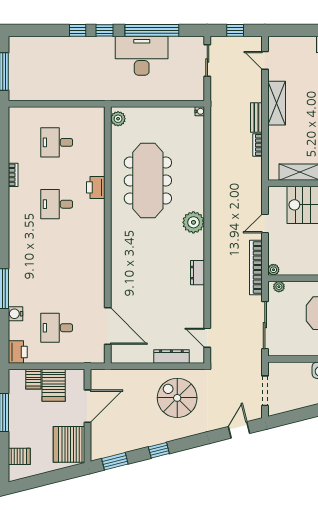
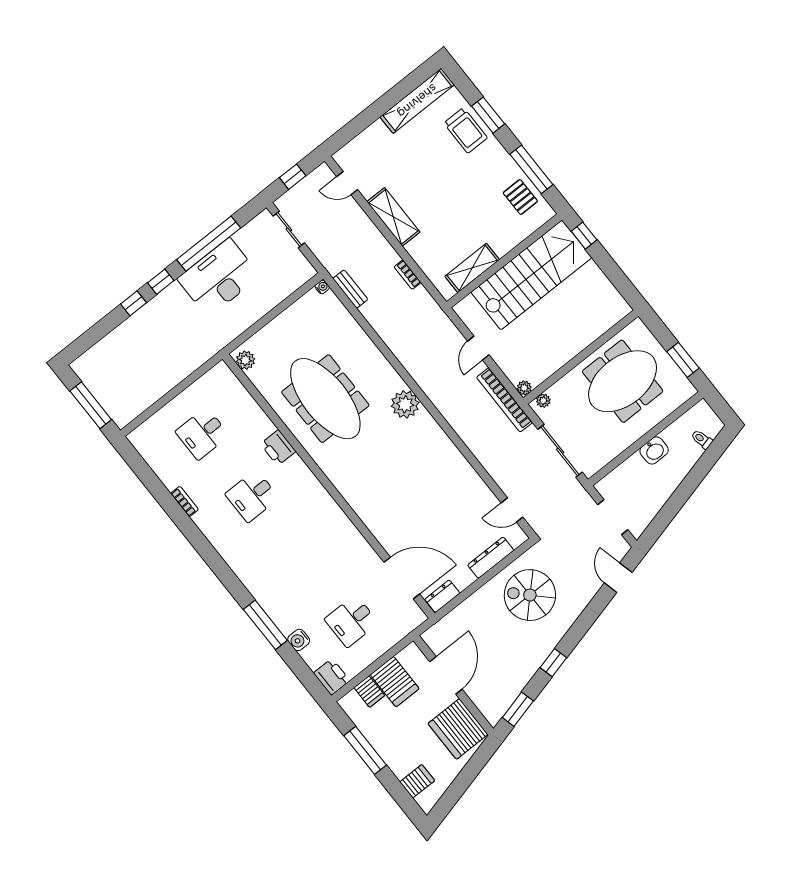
bench: (256, 118) -> (350, 289), moved
dresser: (198, 273) -> (442, 596), moved, turned 90

